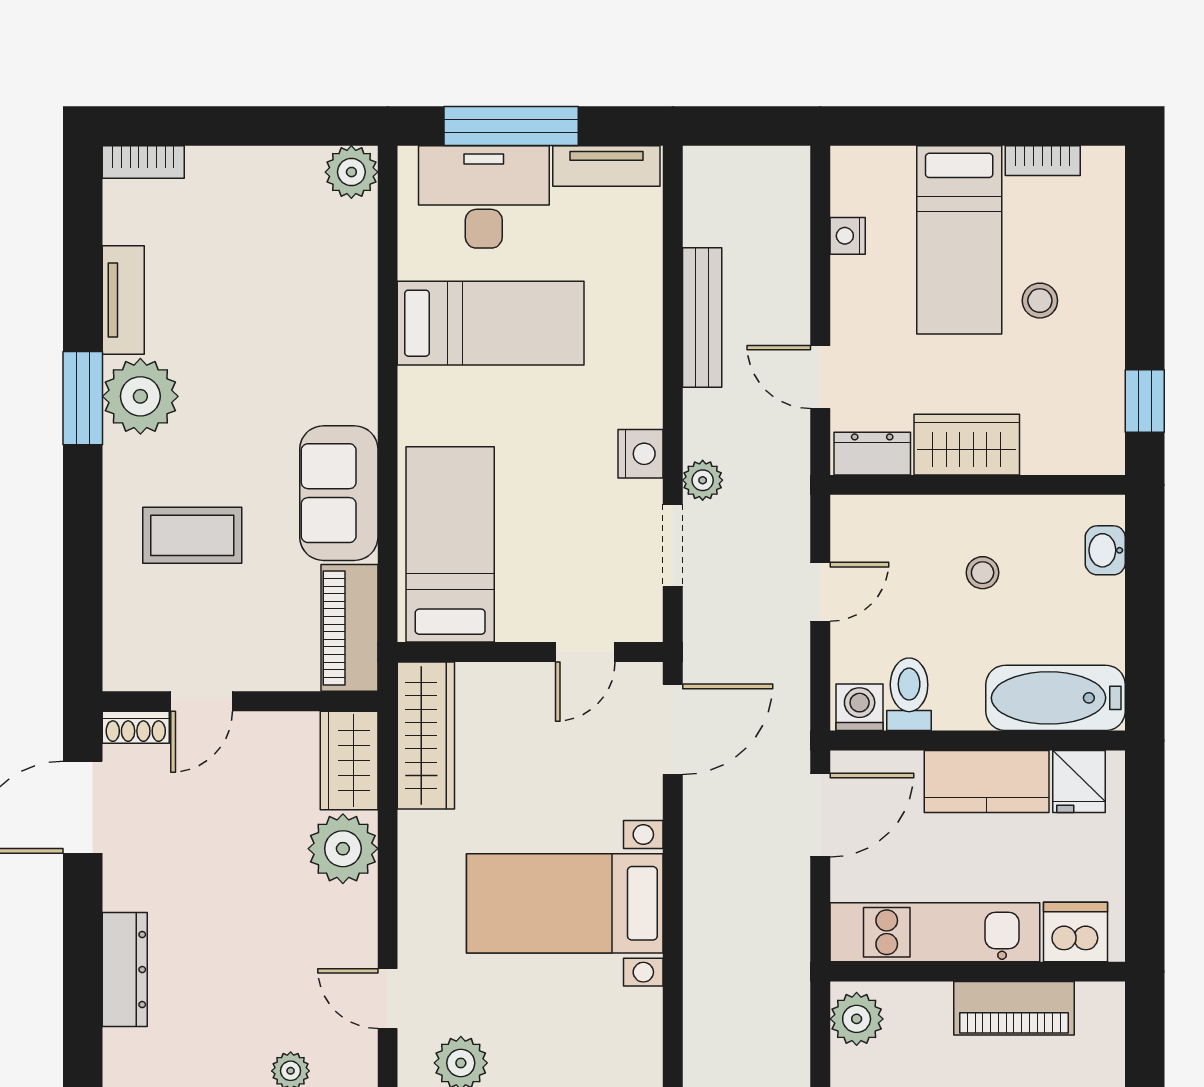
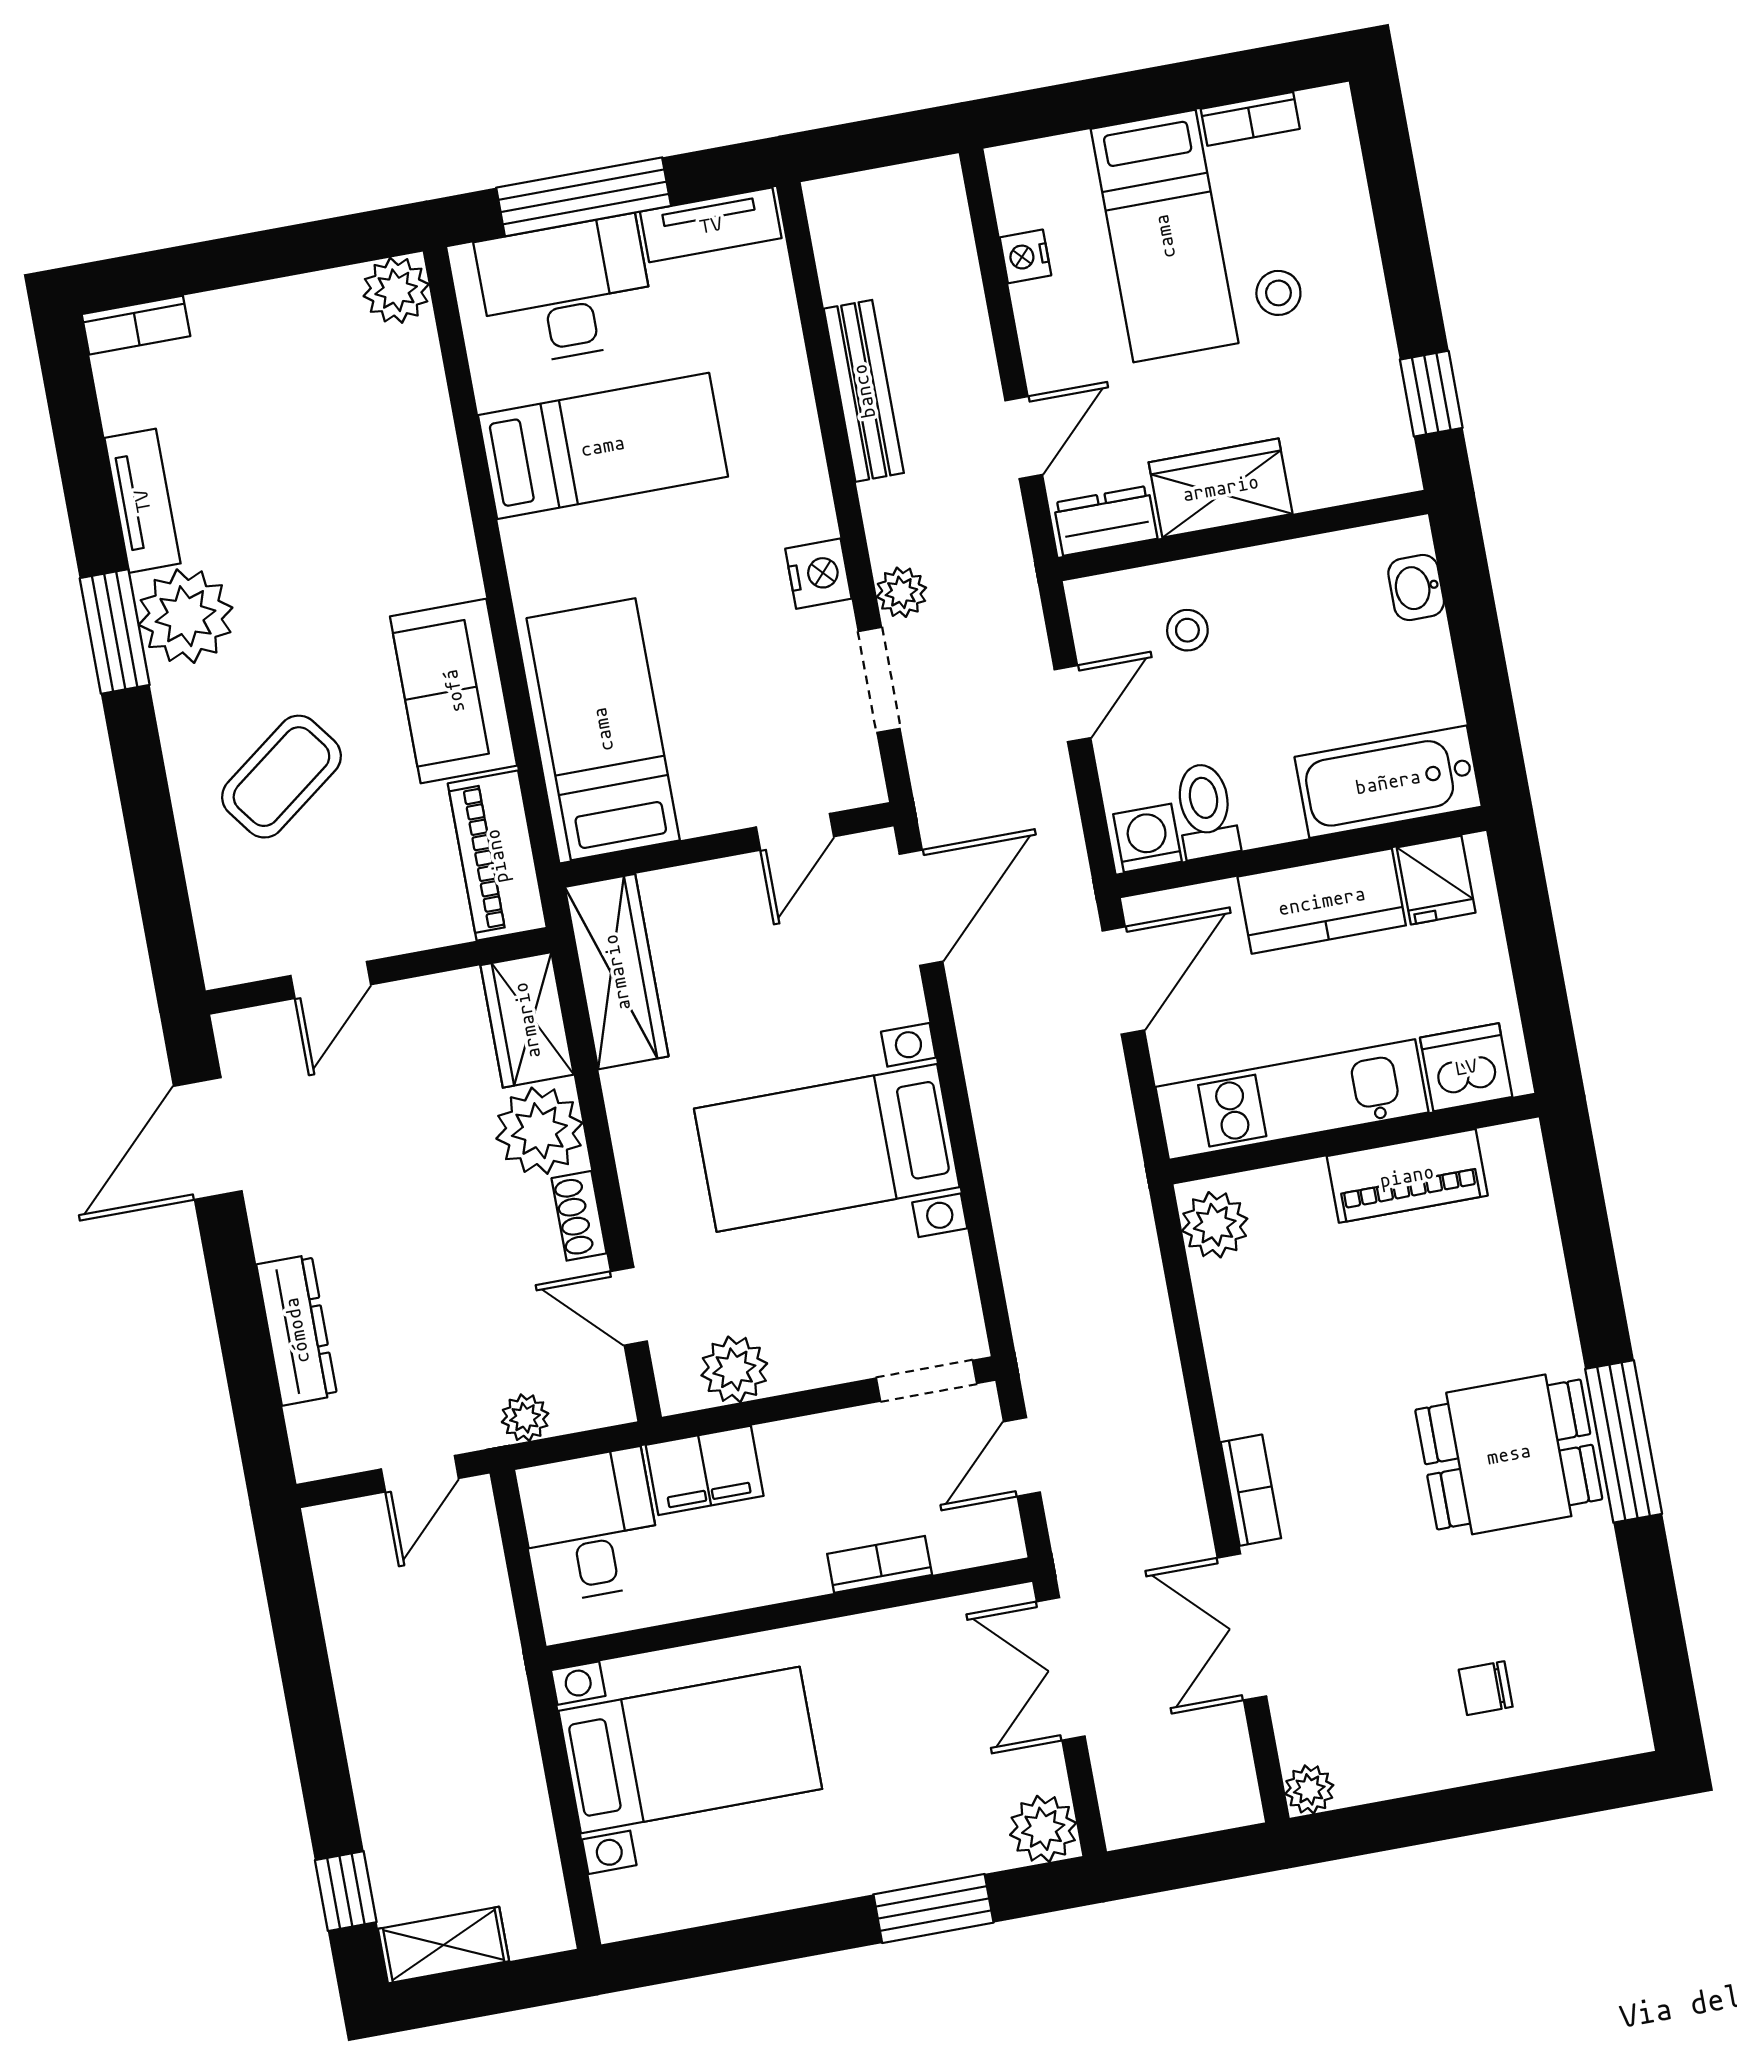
door: (820, 377) -> (1024, 438), swing flipped
coffee table: (192, 535) -> (281, 777), turned -37
stool: (983, 573) -> (1187, 630), moved
shoe rack: (136, 727) -> (579, 1216), moved, turned 90

